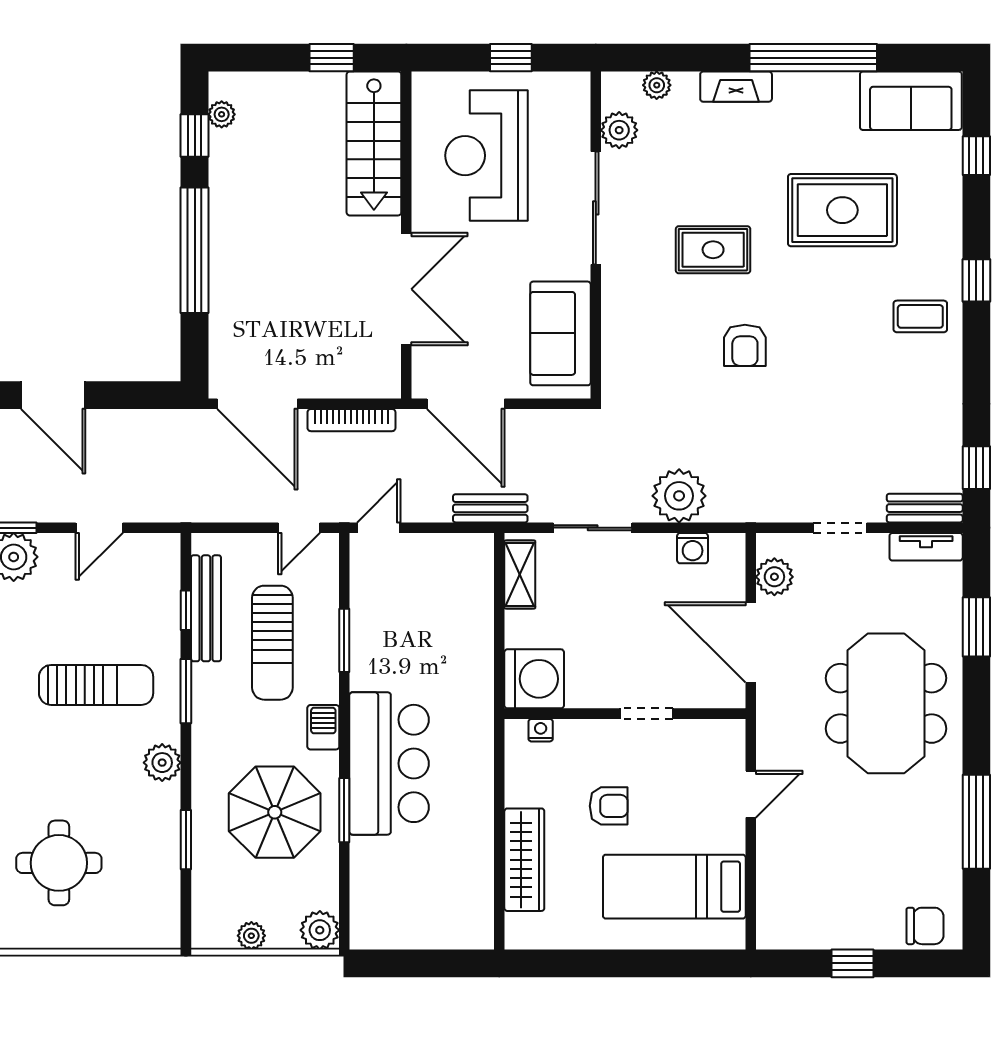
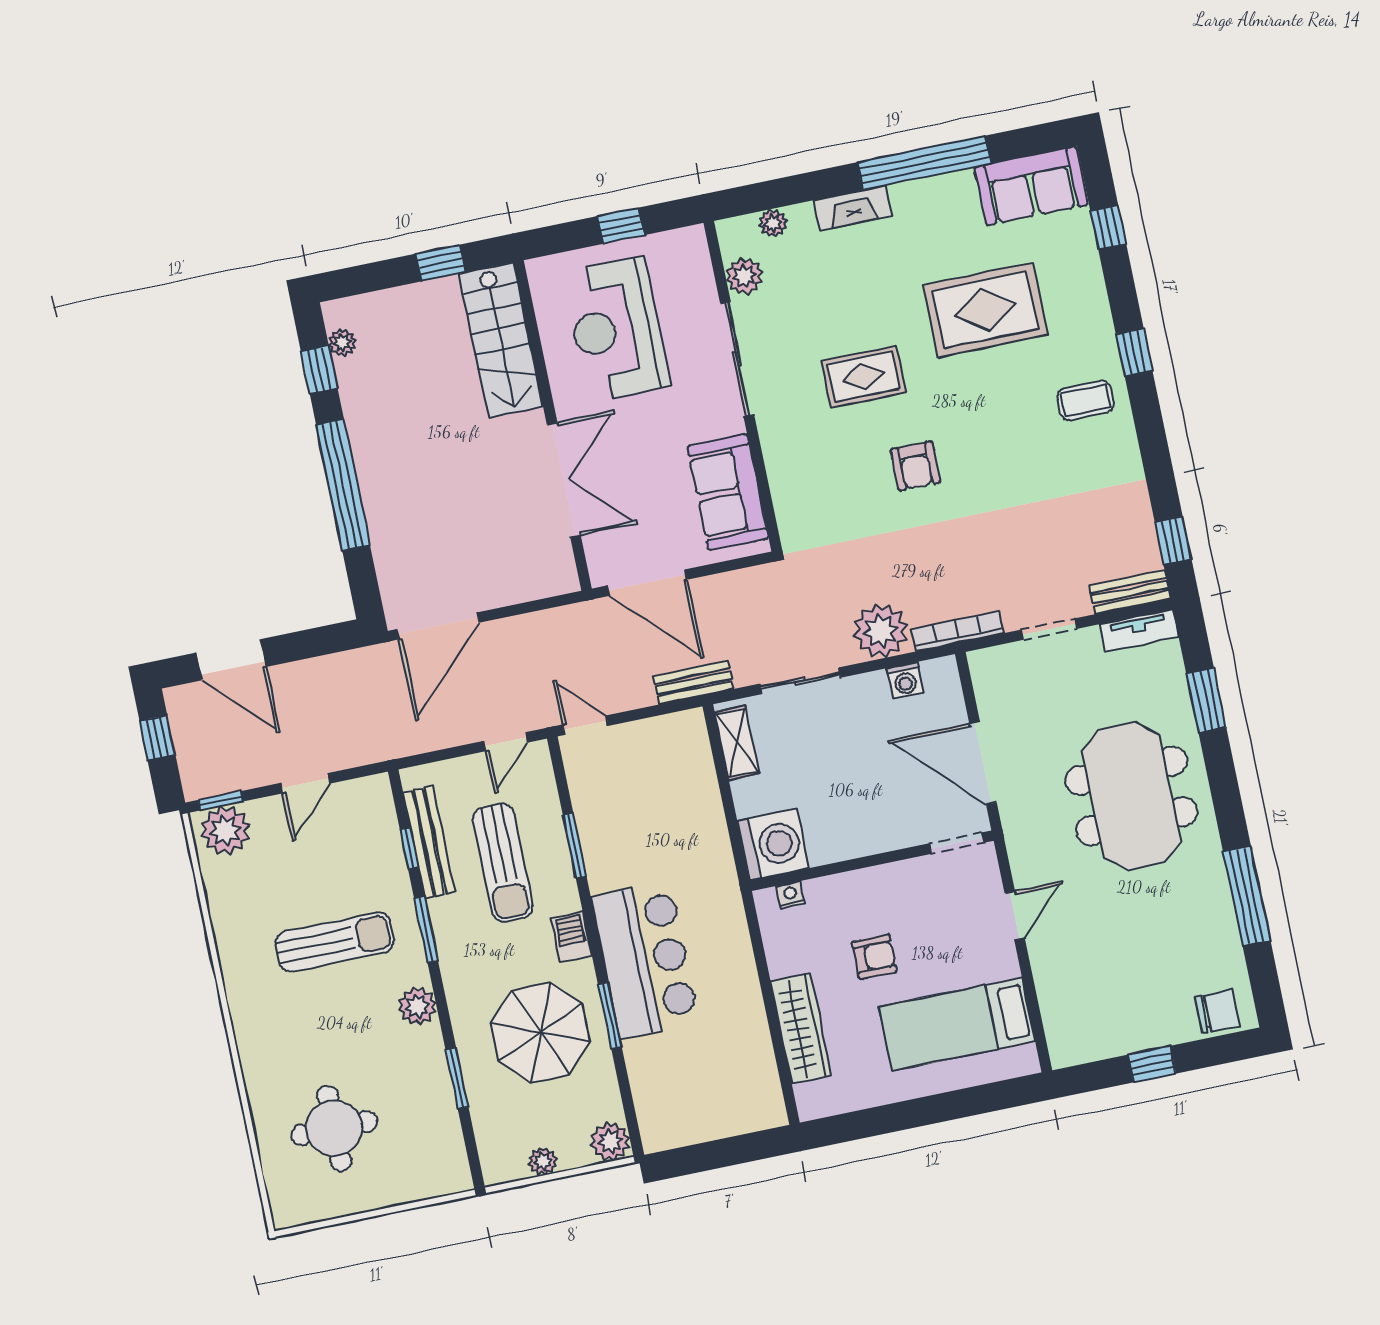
door: (257, 404) -> (438, 626), hinge flipped
bookcase: (351, 420) -> (957, 631), moved, turned 180
door: (379, 528) -> (586, 725), hinge flipped
plant: (774, 577) -> (993, 692), removed
doorway: (646, 714) -> (957, 843), moved

